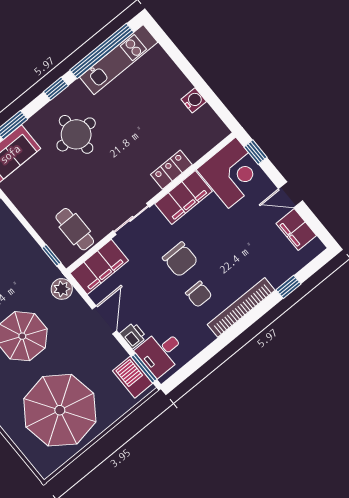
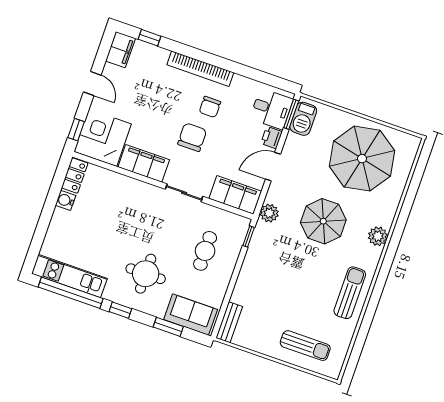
locker: (171, 170) -> (75, 175), moved, turned -90
cafe table: (75, 229) -> (205, 251), moved
filing cabinet: (296, 229) -> (120, 50), moved
window: (289, 287) -> (149, 38), moved
chair: (199, 294) -> (210, 107), turned 180

